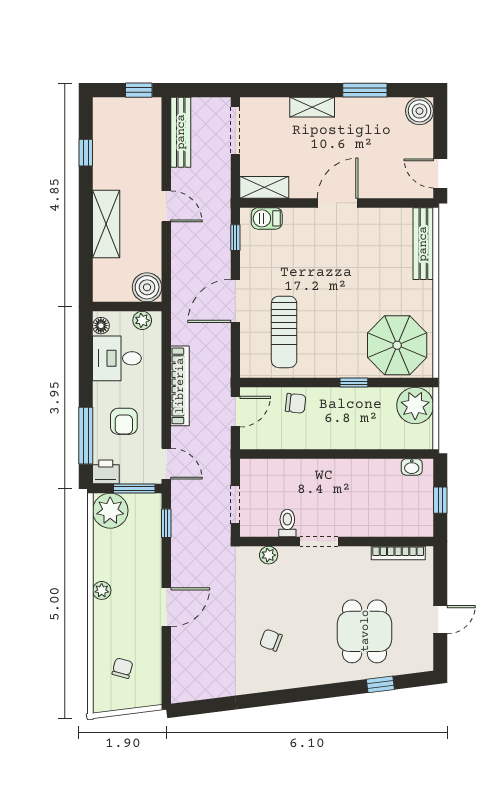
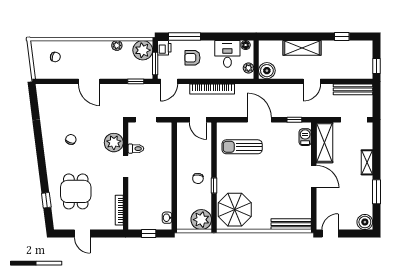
shelving: (264, 187) -> (324, 143), width x1.50, depth x1.33
chair: (296, 403) -> (198, 178), moved
plant: (269, 555) -> (114, 143), width x1.88, depth x1.88
plant: (102, 590) -> (117, 45), moved
dining table: (365, 631) -> (76, 191), turned 90

